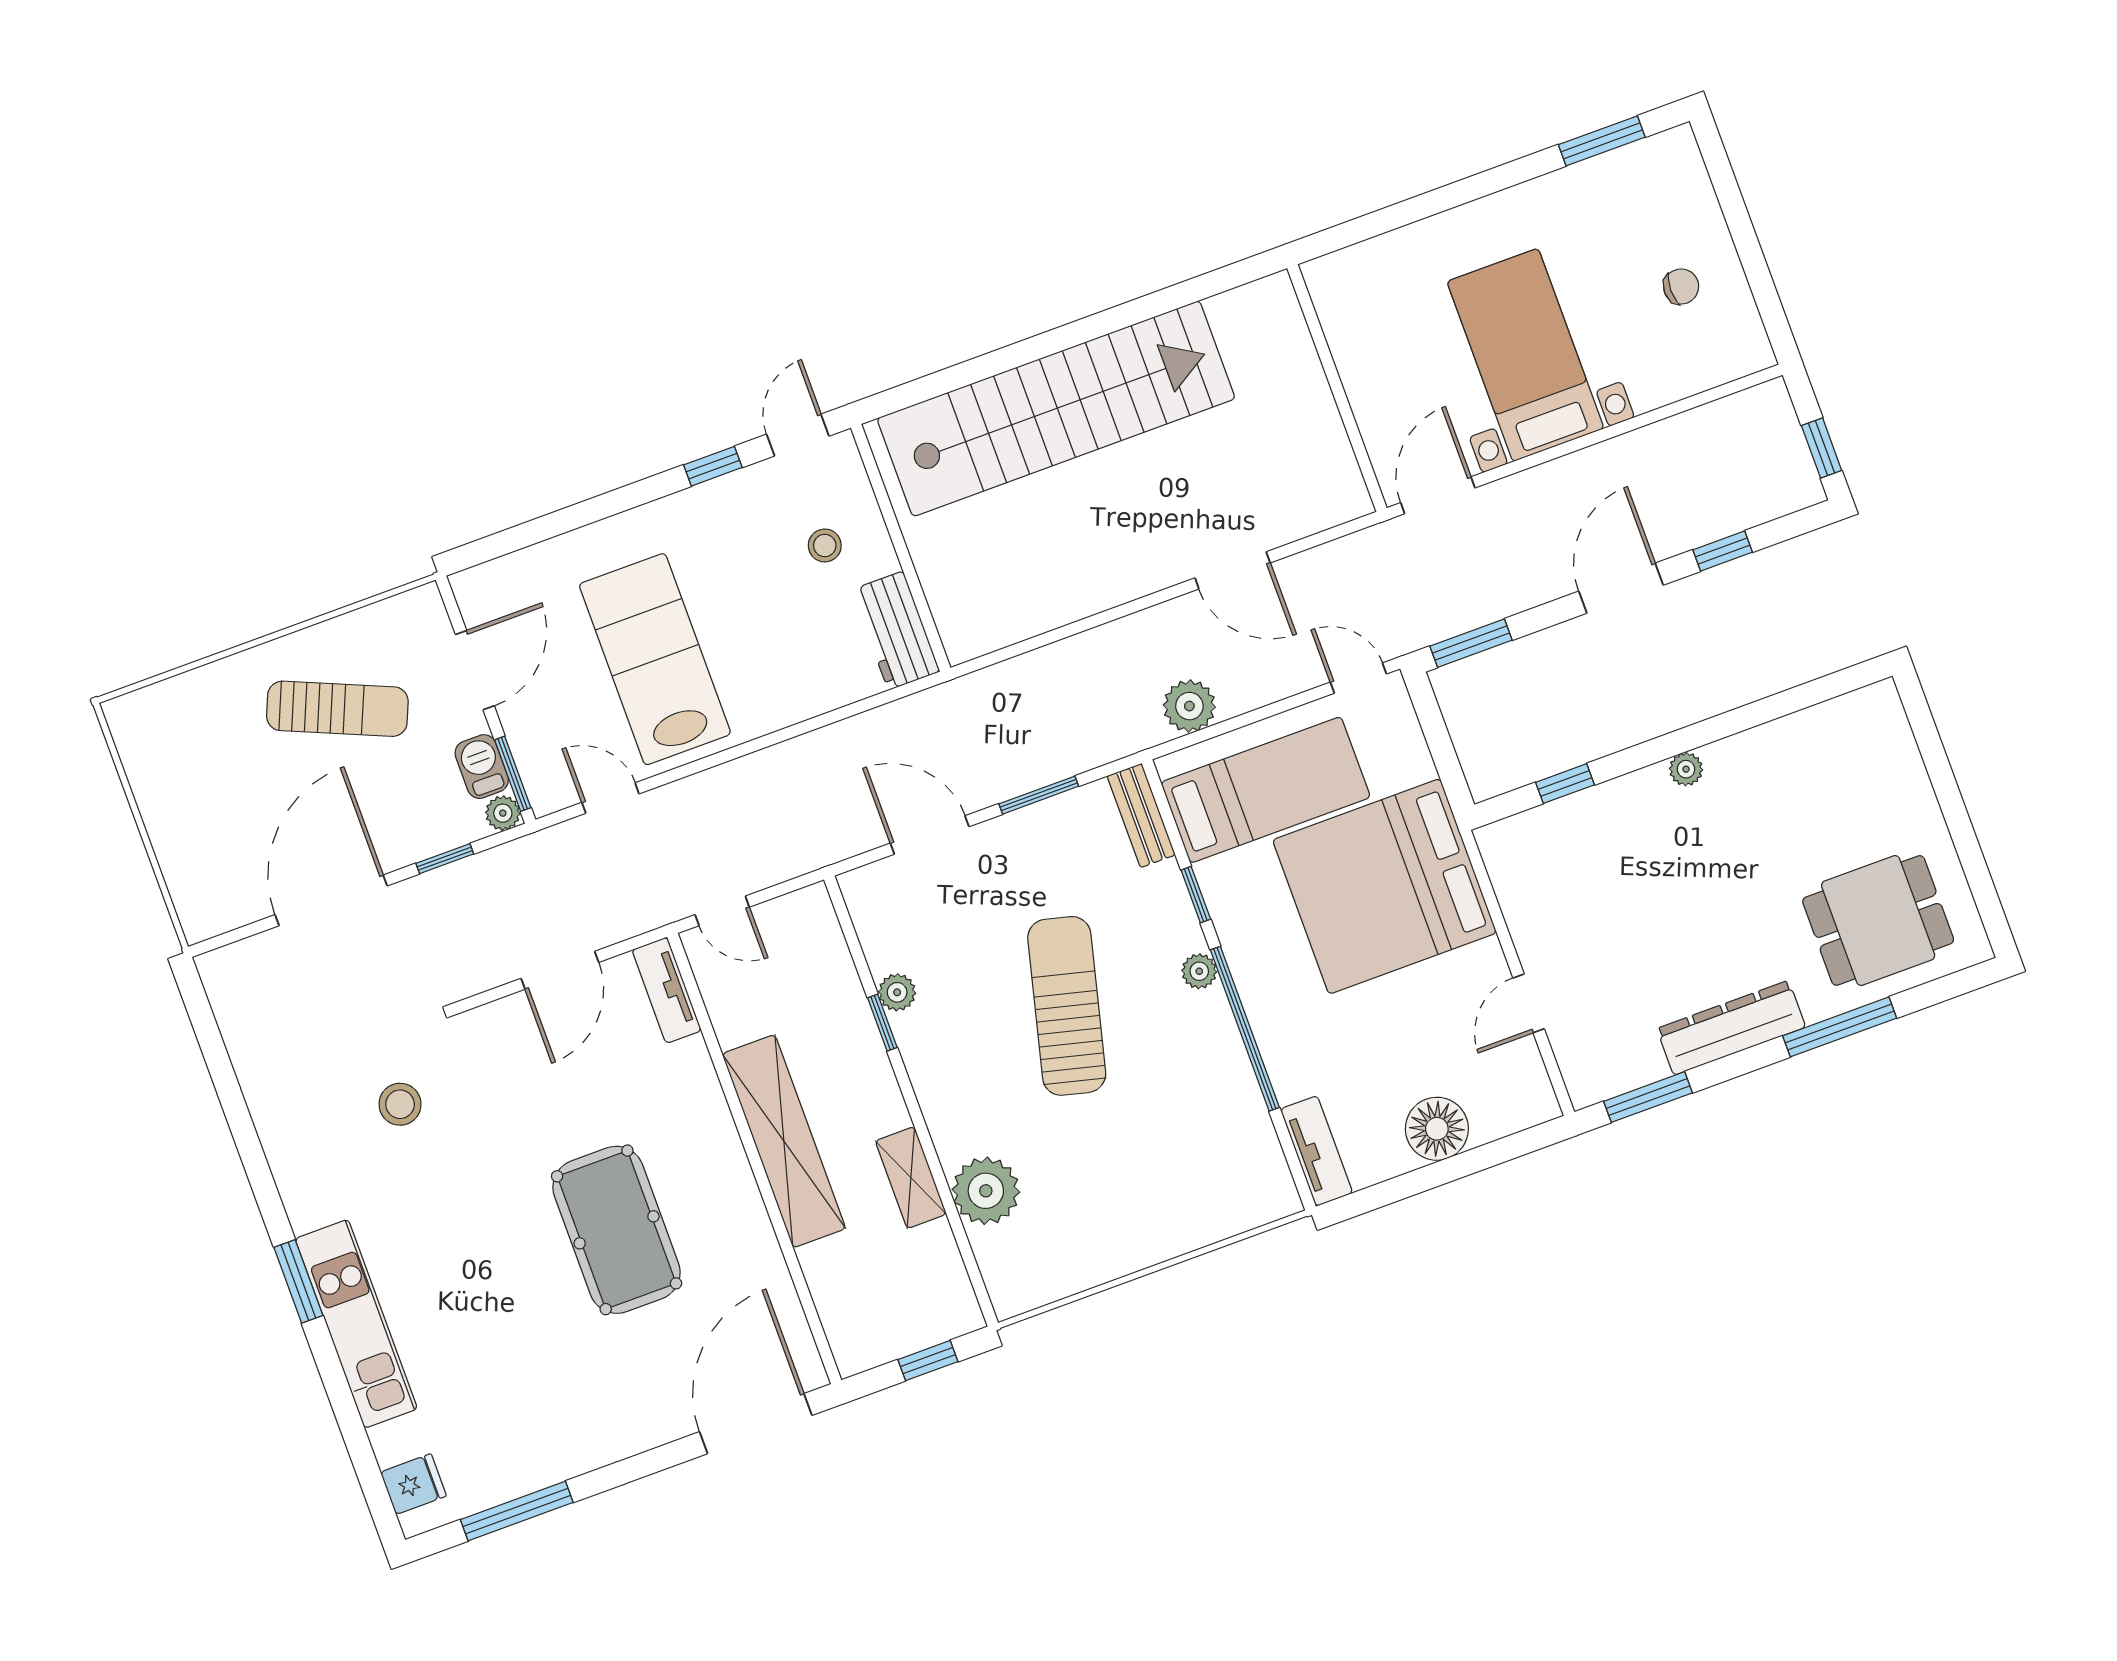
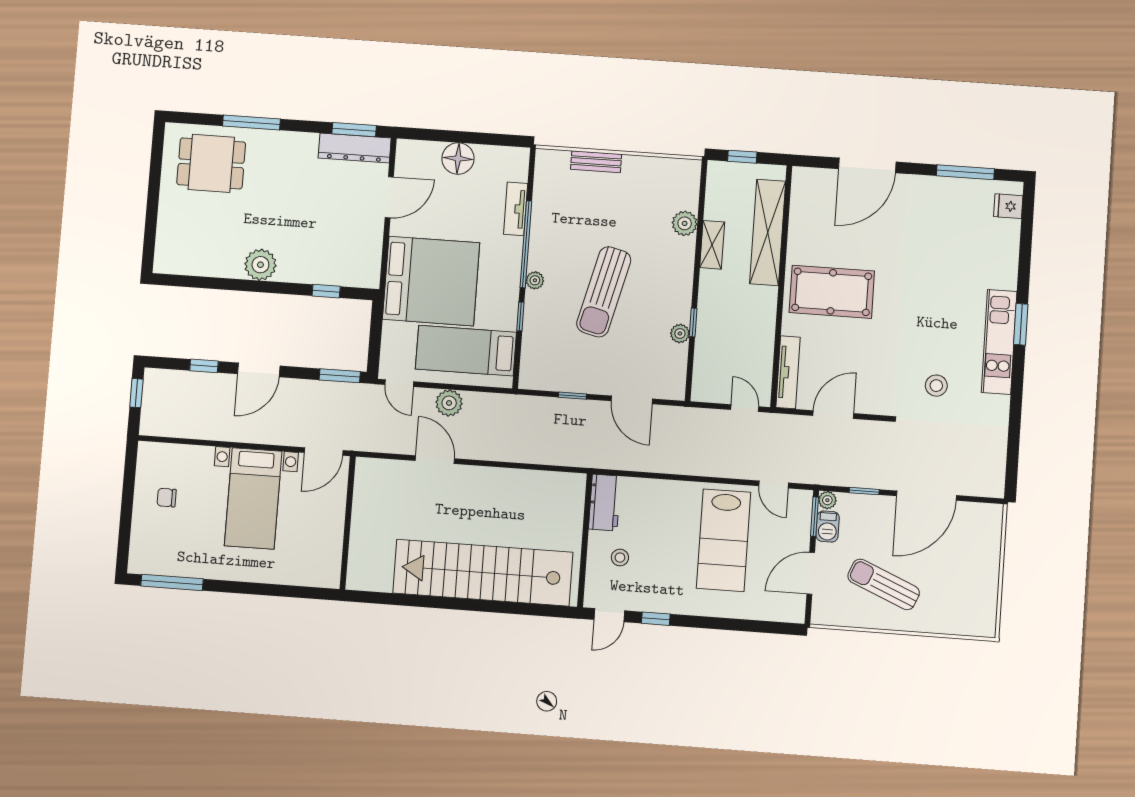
window: (1602, 141) -> (172, 582), width x1.44
plant: (1189, 706) -> (449, 403), moved
plant: (1686, 769) -> (260, 265), width x1.88, depth x1.88
window: (1039, 795) -> (572, 396), width x0.67
bench: (1141, 815) -> (596, 162), moved, turned 90
tv unit: (667, 990) -> (788, 372), width x1.41
door: (1529, 1003) -> (389, 197), width x1.38
dresser: (1731, 1028) -> (355, 148), moved
shelving: (784, 1141) -> (768, 232), moved
tv unit: (1316, 1151) -> (516, 209), moved
plant: (986, 1191) -> (685, 223), width x0.73, depth x0.73
pool table: (617, 1230) -> (832, 292), moved, turned 90
kitchen unit: (356, 1324) -> (999, 342), moved
door: (756, 1424) -> (867, 165), moved

